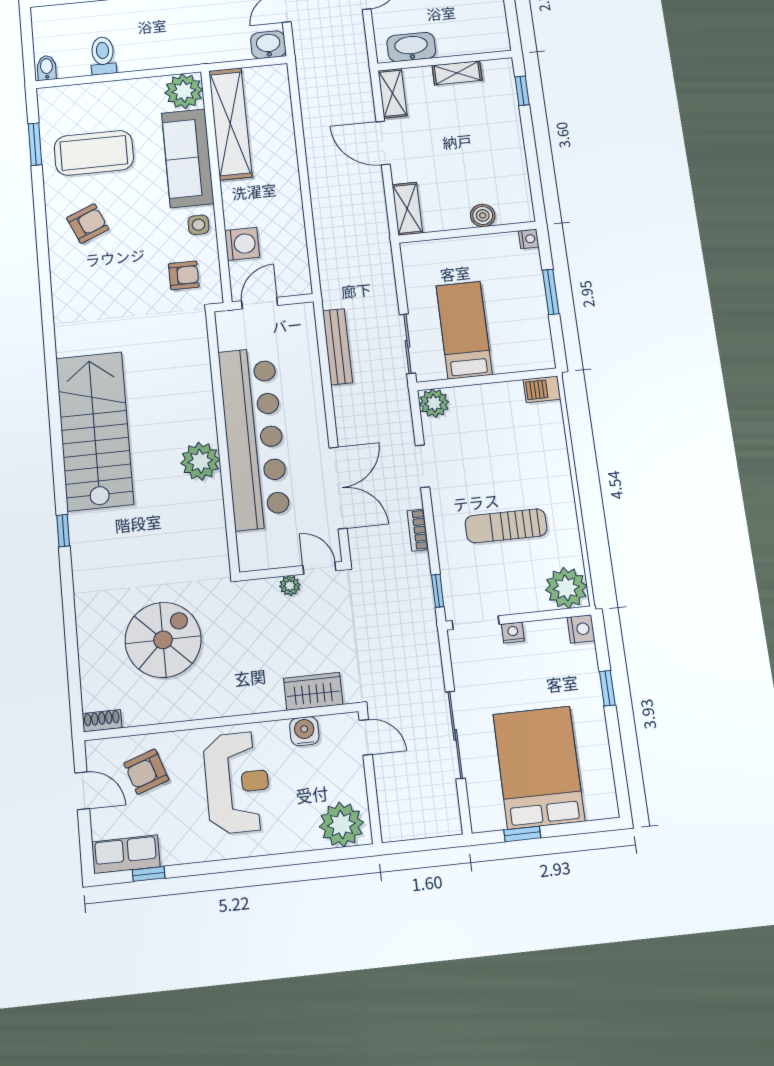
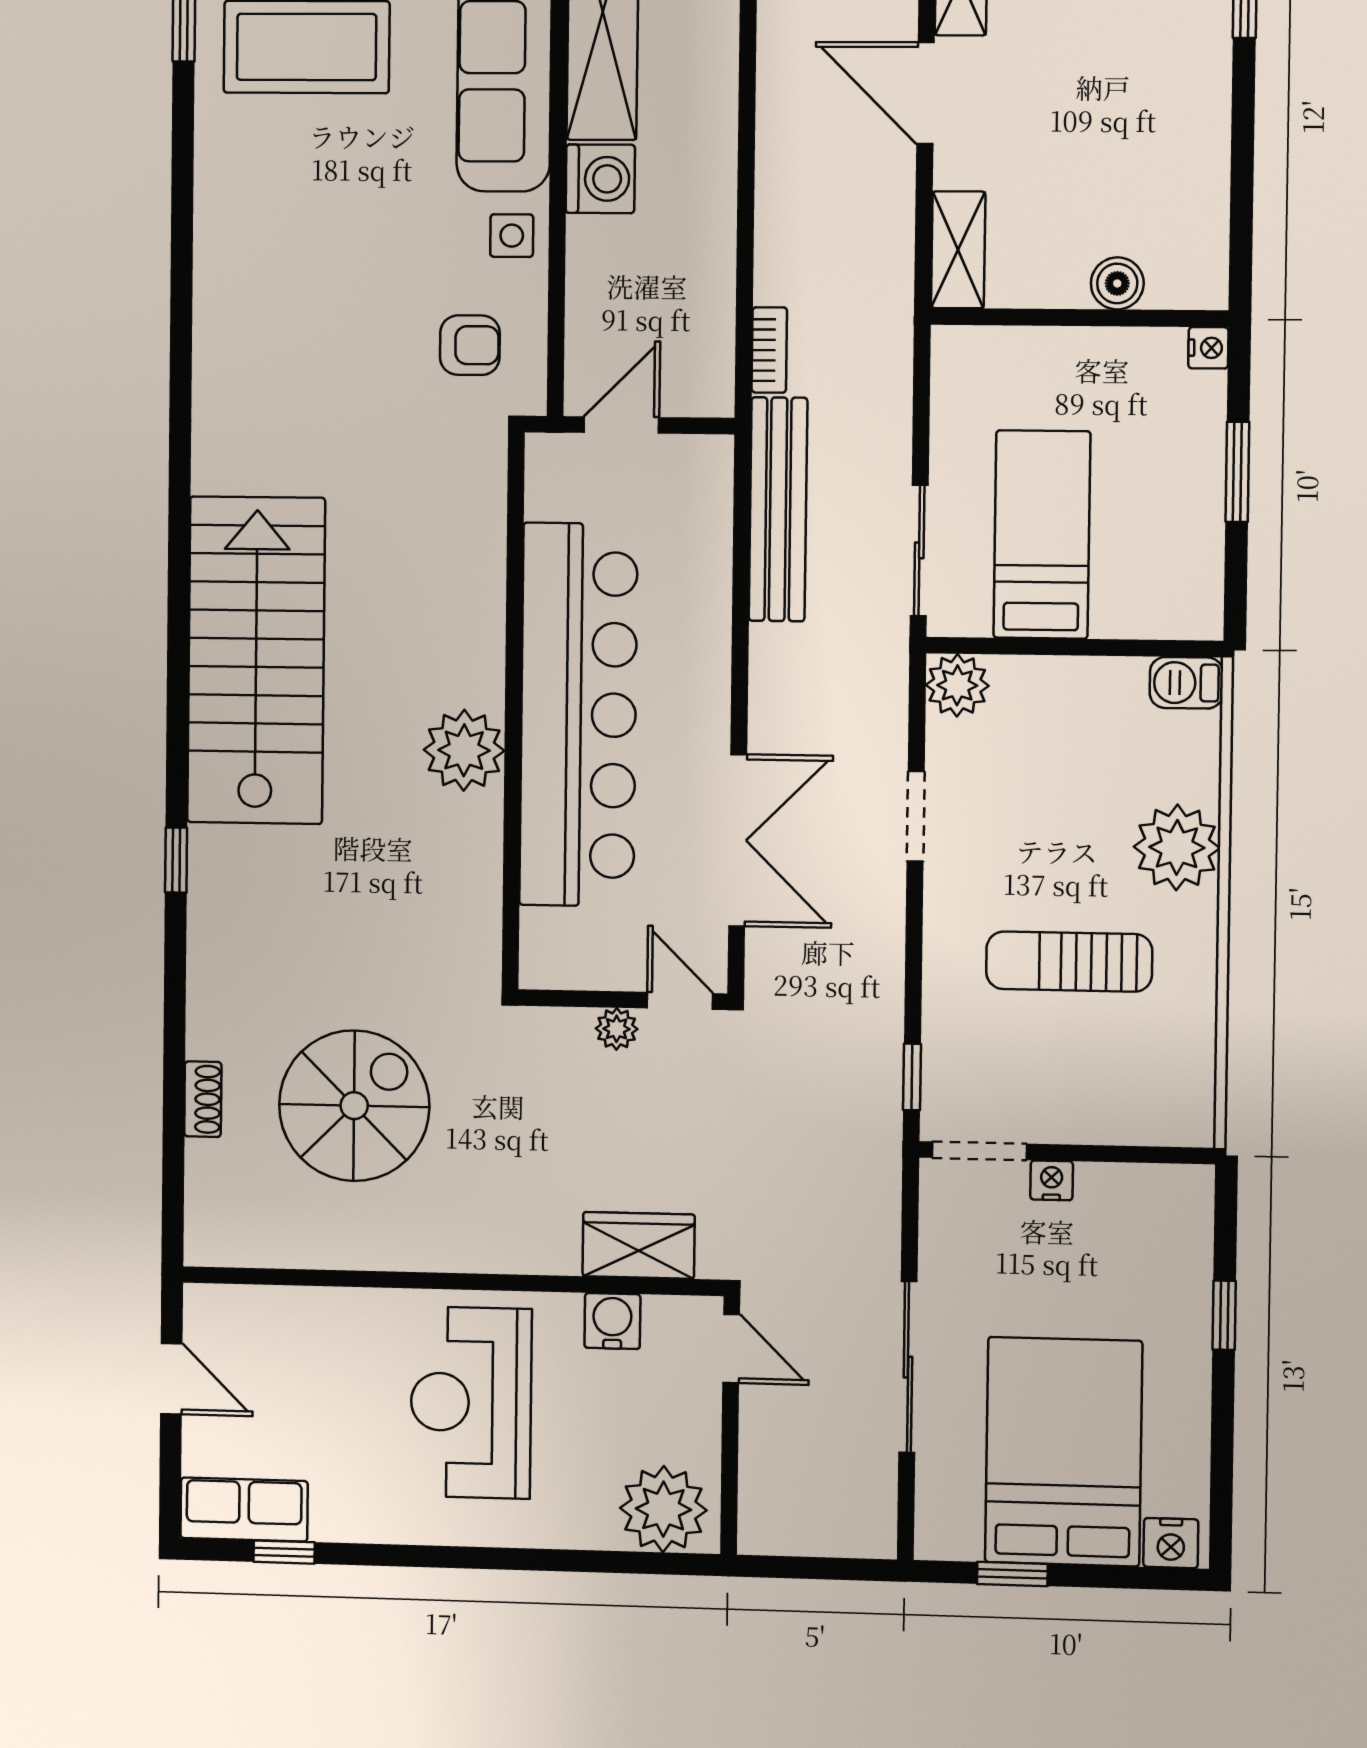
armchair: (88, 224) -> (280, 206), removed
washing machine: (242, 244) -> (600, 179), moved
bench: (338, 347) -> (778, 509), width x1.37, depth x1.21
bookcase: (418, 530) -> (769, 350), moved, turned 180
plant: (566, 588) -> (1177, 847), moved
nightstand: (581, 629) -> (1171, 1543), moved, turned 90
shoe rack: (102, 721) -> (203, 1099), moved, turned 90
armchair: (146, 772) -> (297, 1358), removed
reception desk: (237, 783) -> (471, 1403), turned 180

